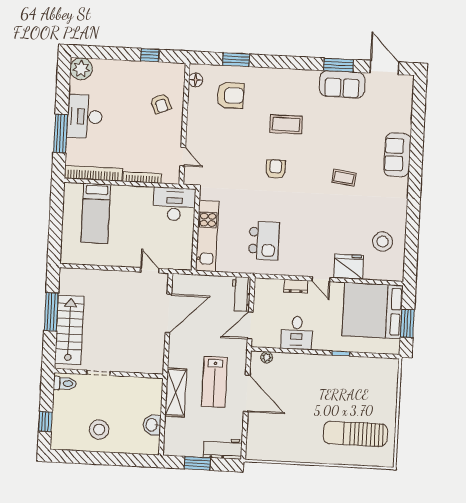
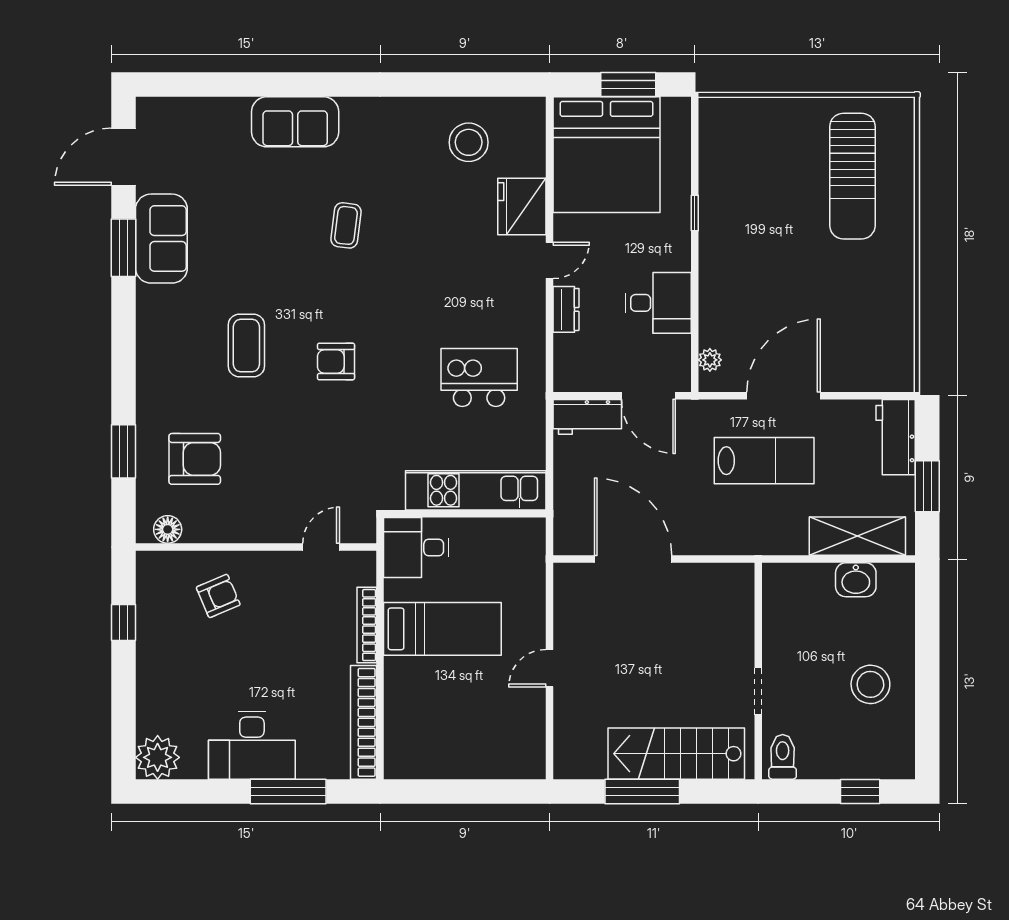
armchair: (230, 95) -> (195, 459), turned 90
desk: (174, 204) -> (416, 547), width x0.73
bed: (96, 213) -> (442, 629), moved
door: (150, 270) -> (550, 668), moved
shelving: (176, 392) -> (857, 536), moved

